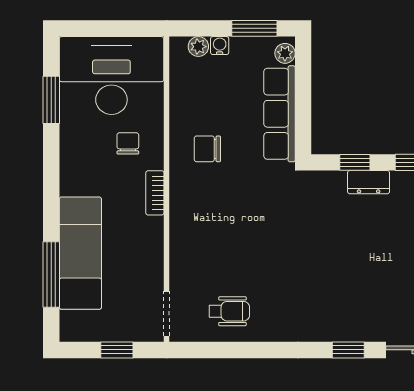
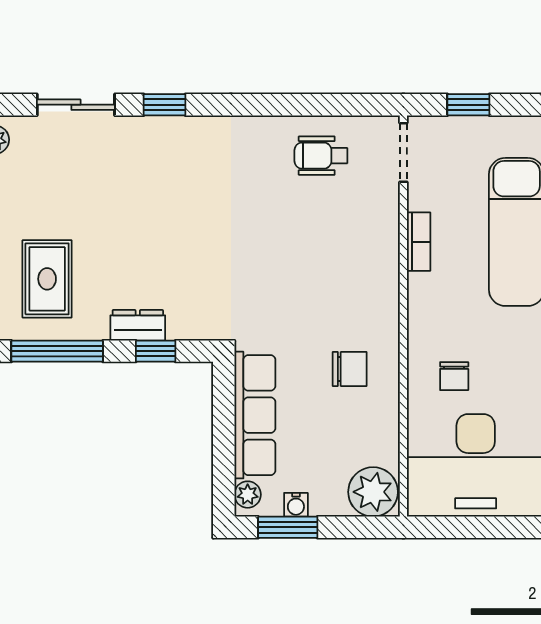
water cooler: (220, 46) -> (296, 505), moved
plant: (198, 47) -> (373, 492), width x1.87, depth x1.87
bookcase: (155, 193) -> (419, 242), moved

